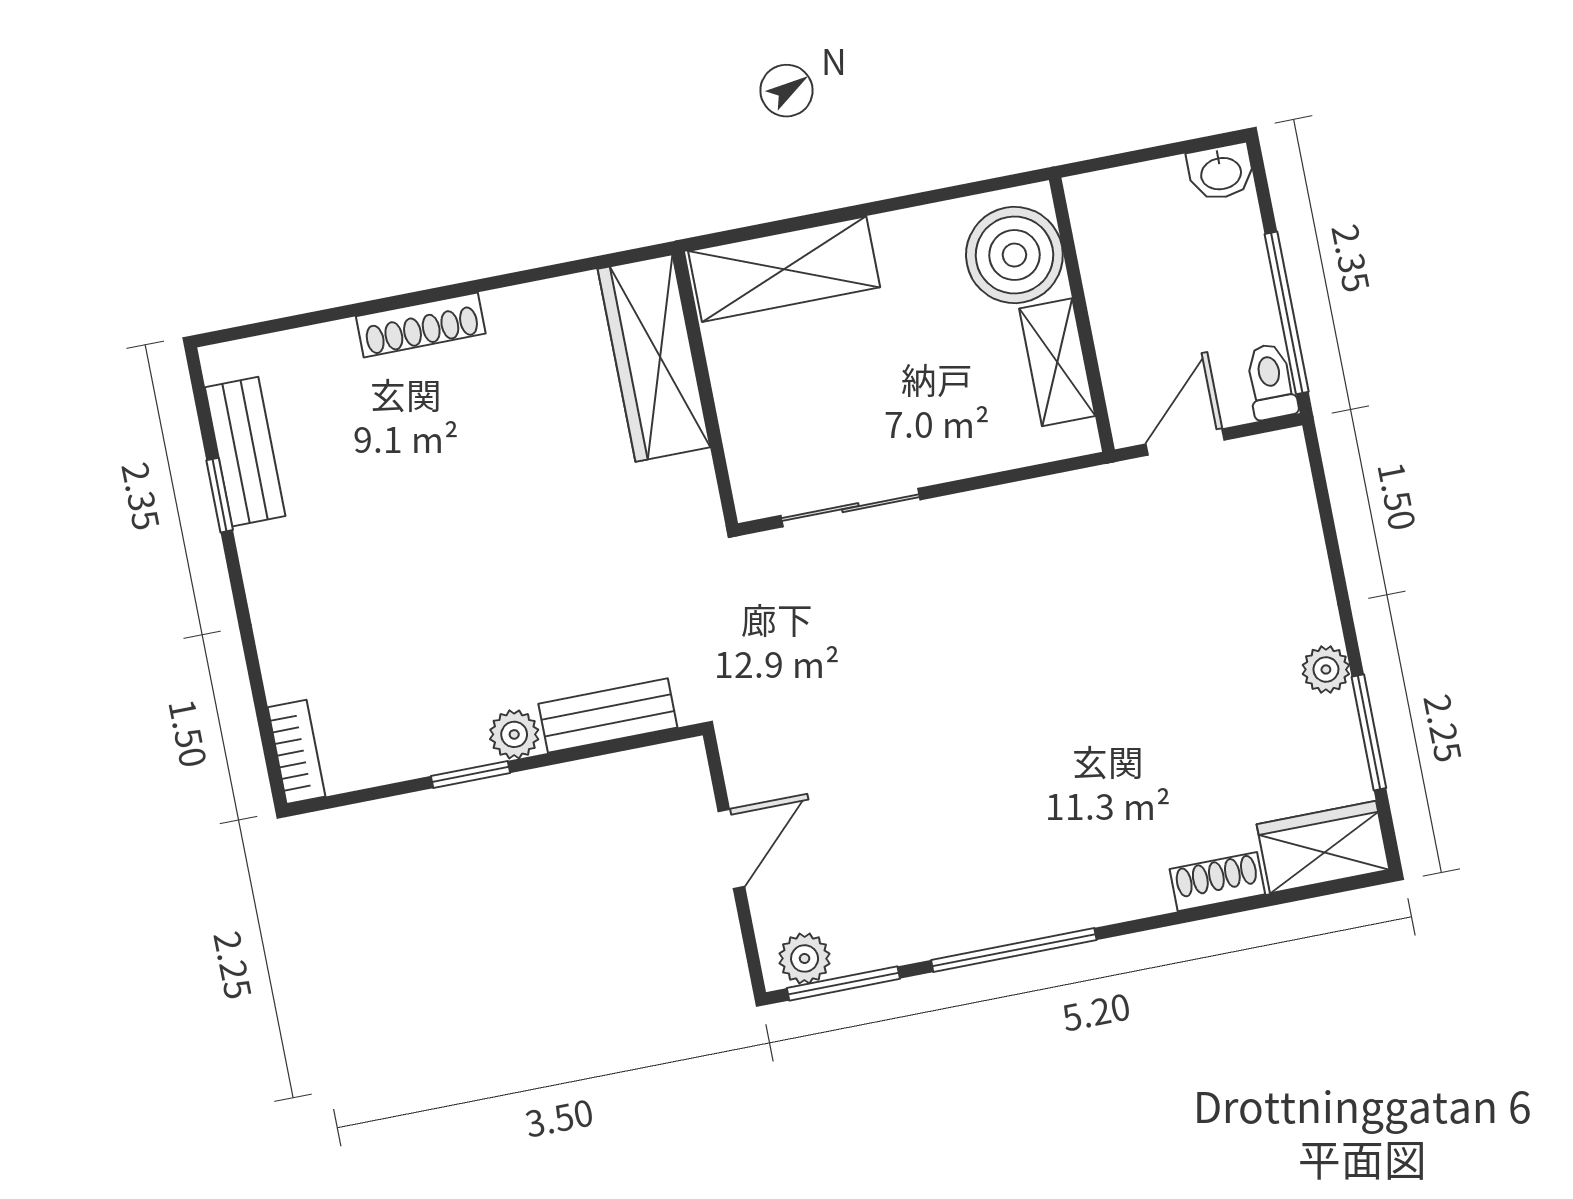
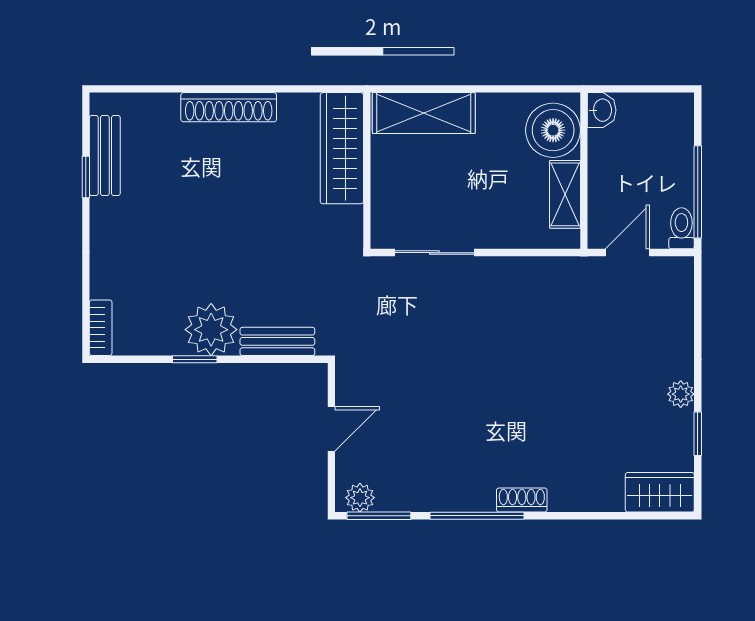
washbasin: (1221, 172) -> (602, 110), moved, turned -90
shoe rack: (421, 325) -> (229, 107), width x1.36, depth x1.24
window: (1369, 732) -> (698, 434), width x0.67
plant: (514, 734) -> (211, 330), width x1.88, depth x1.88
shoe rack: (1217, 882) -> (522, 500), moved

